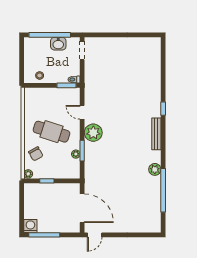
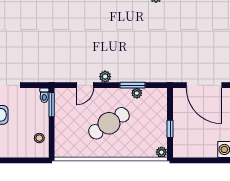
cafe table: (51, 132) -> (109, 123), turned 39
plant: (93, 133) -> (105, 77), width x0.53, depth x0.53
chair: (36, 154) -> (136, 143), removed
door: (82, 208) -> (204, 85), swing flipped

